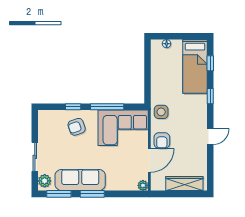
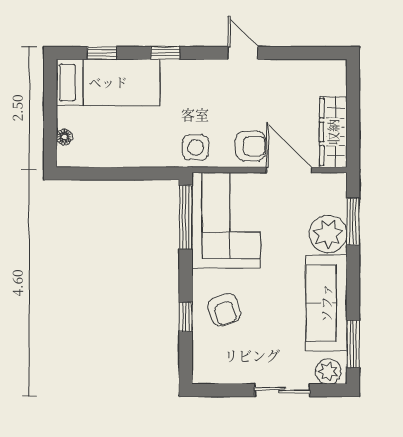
window: (107, 107) -> (186, 217), moved
wardrobe: (184, 183) -> (333, 132), moved
plant: (143, 185) -> (328, 234), moved, width x1.88, depth x1.88
window: (92, 194) -> (353, 222), moved

